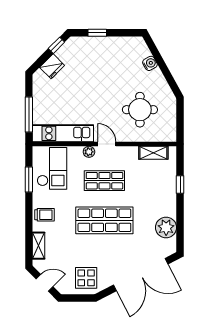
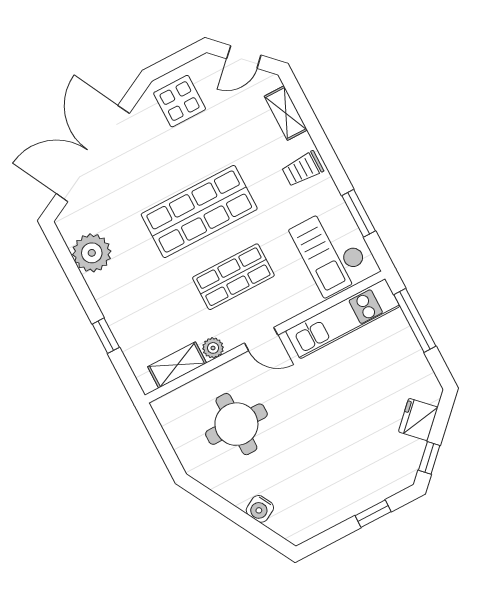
plant: (89, 152) -> (213, 348), moved

